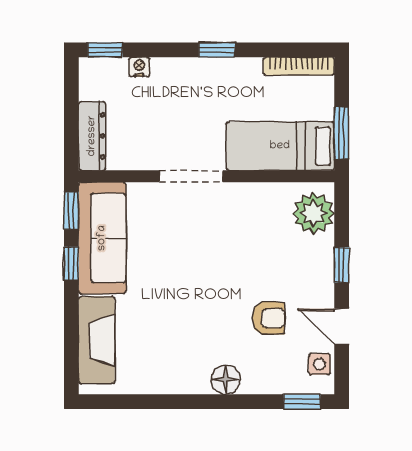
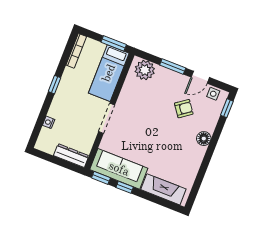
window: (105, 50) -> (35, 135), removed
window: (342, 265) -> (173, 66), width x1.50
armchair: (268, 318) -> (184, 109), turned 54

